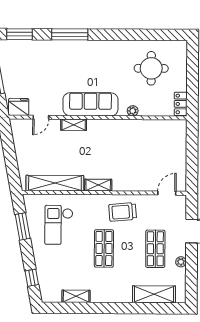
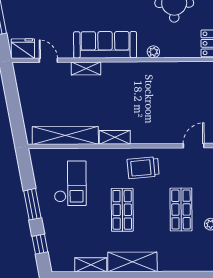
door: (41, 117) -> (48, 60), swing flipped
checkout: (59, 225) -> (70, 183), turned 180
window: (23, 226) -> (32, 204), moved
shelving: (154, 294) -> (132, 262), moved

